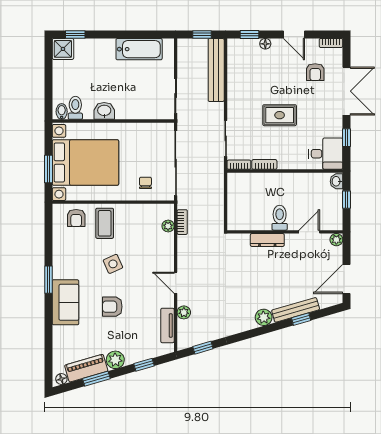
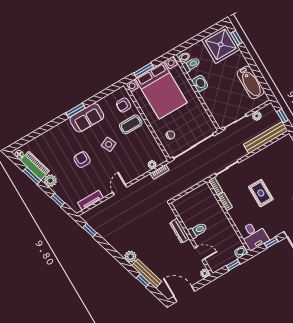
shower: (63, 49) -> (221, 44), width x1.86, depth x1.86
sofa: (65, 302) -> (87, 118), moved
plant: (184, 312) -> (257, 116), moved

